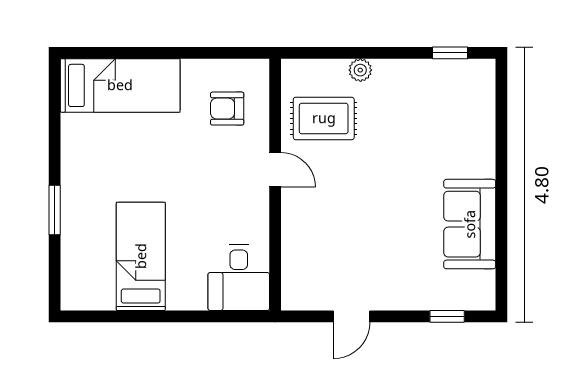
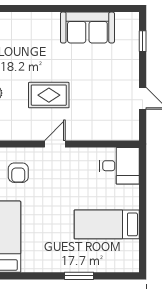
rug: (324, 118) -> (49, 95), moved, turned 90

